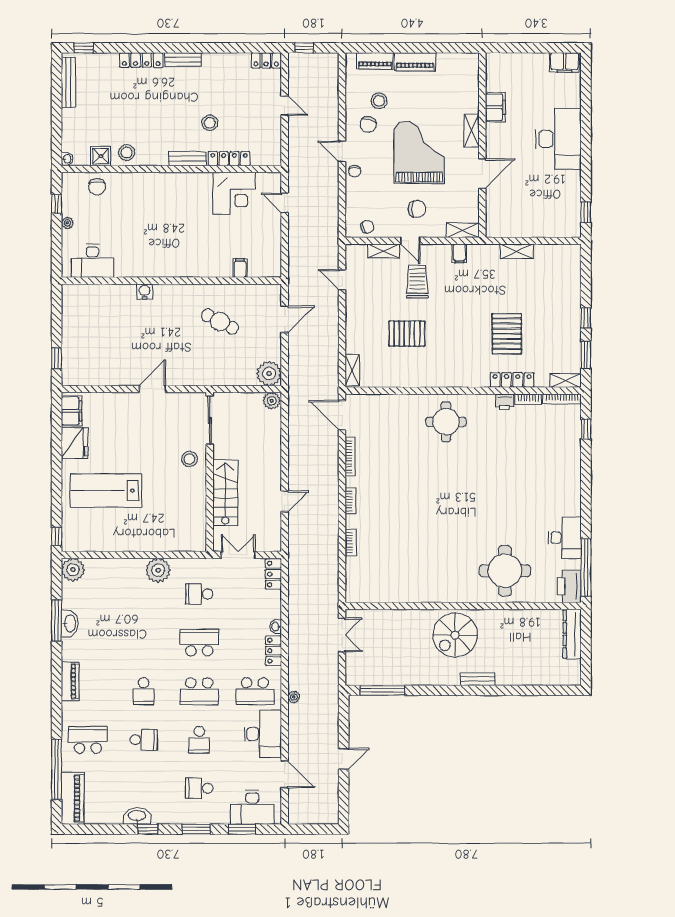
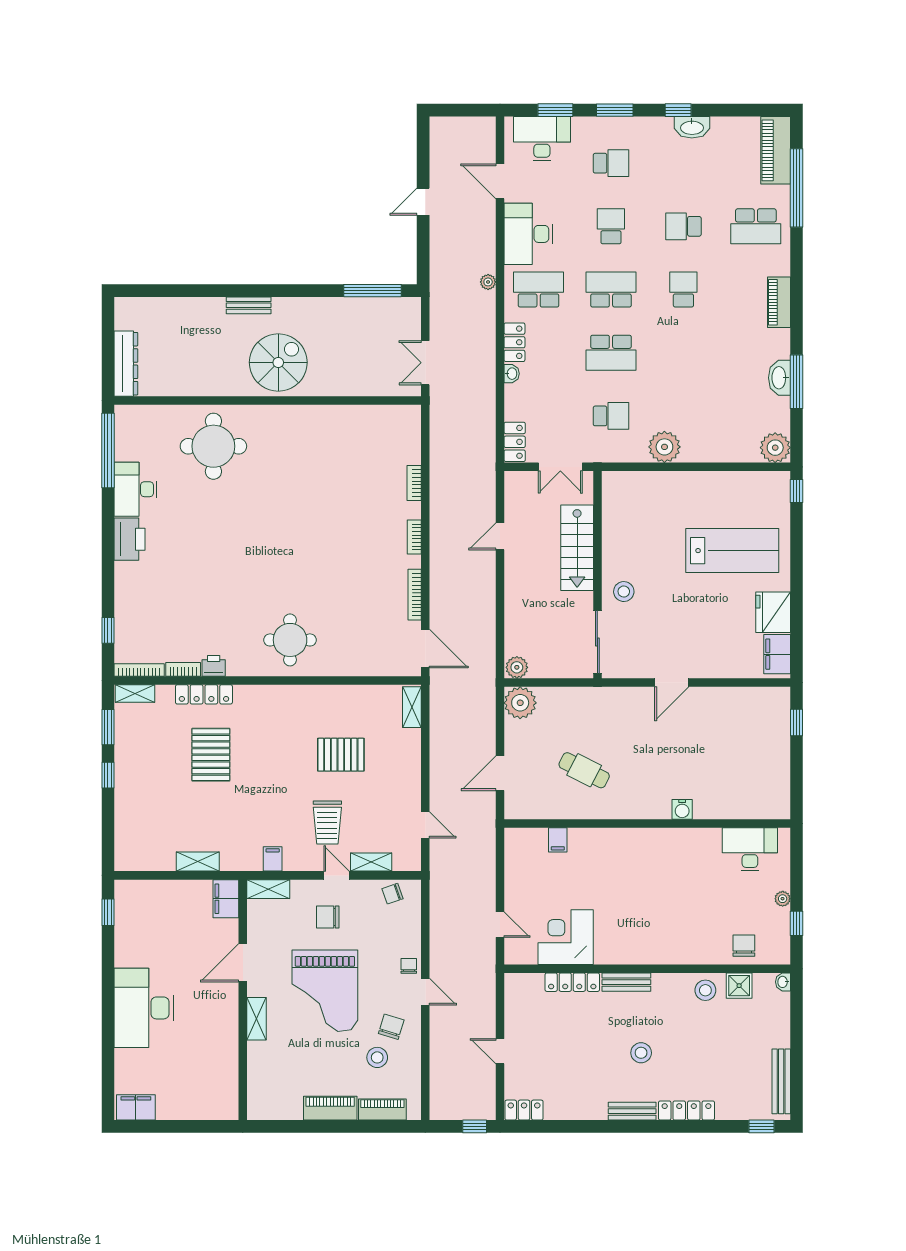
filing cabinet: (495, 107) -> (226, 899), moved
stool: (210, 123) -> (641, 1053), moved
printer: (569, 586) -> (129, 539), moved

